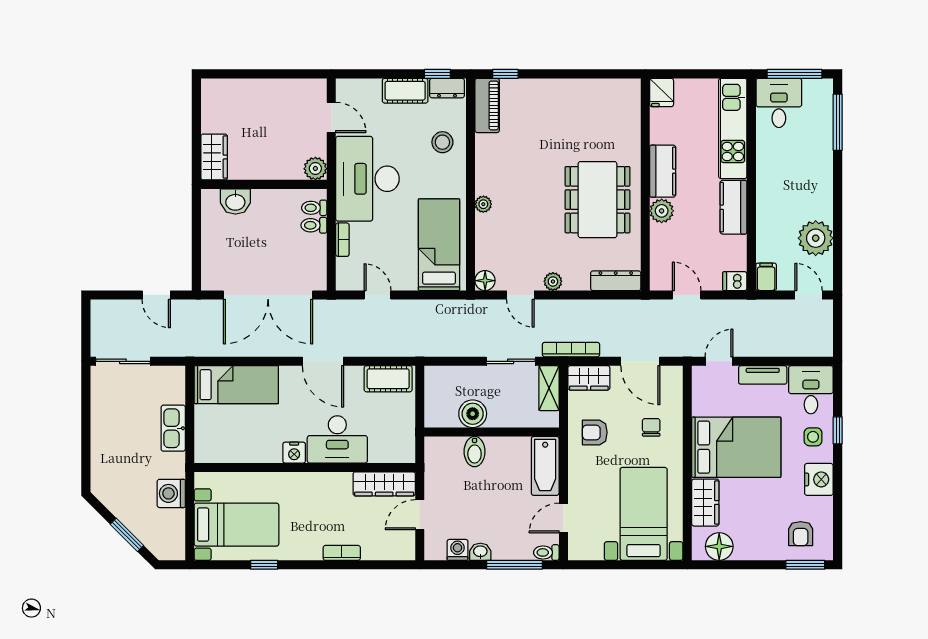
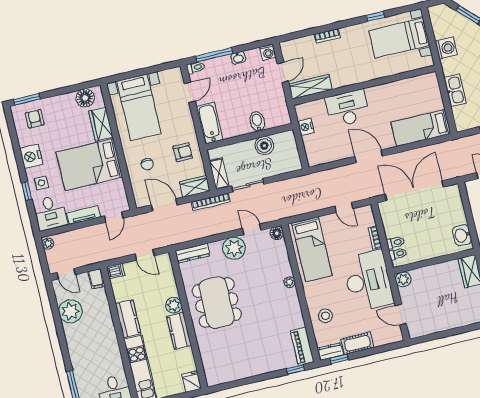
washbasin: (235, 202) -> (462, 235), moved, turned -90
plant: (553, 281) -> (234, 248), width x1.87, depth x1.87
plant: (825, 345) -> (48, 244), added
cot: (388, 379) -> (324, 155), removed
nightstand: (294, 453) -> (306, 127), moved, turned -90
washing machine: (457, 550) -> (268, 52), moved

